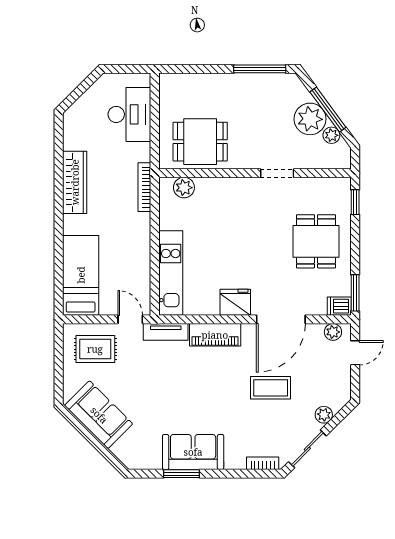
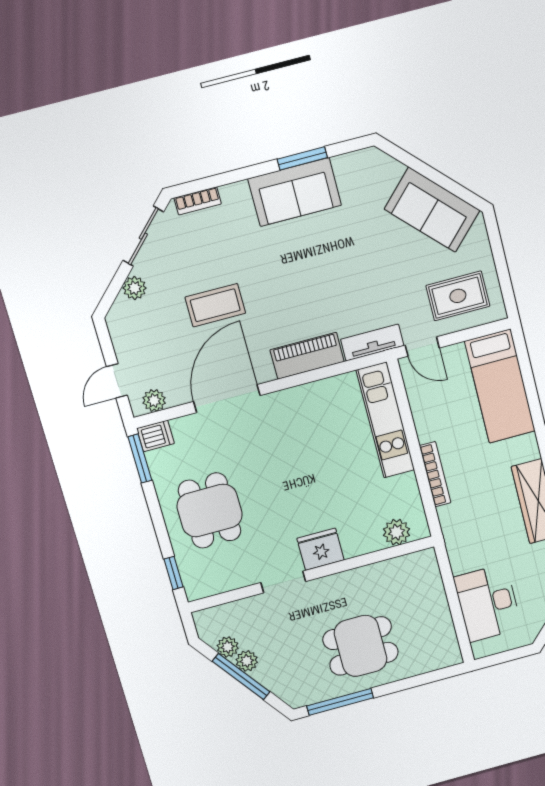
plant: (310, 119) -> (247, 661), width x0.53, depth x0.53
dining table: (200, 142) -> (361, 646), moved
bookcase: (144, 187) -> (435, 474), moved
fridge: (235, 302) -> (320, 549), moved, turned 180

